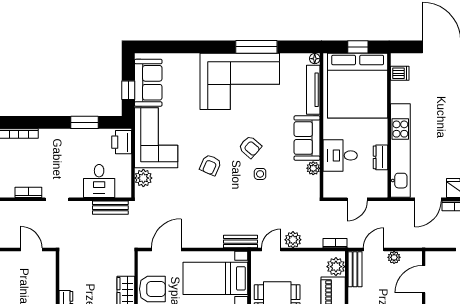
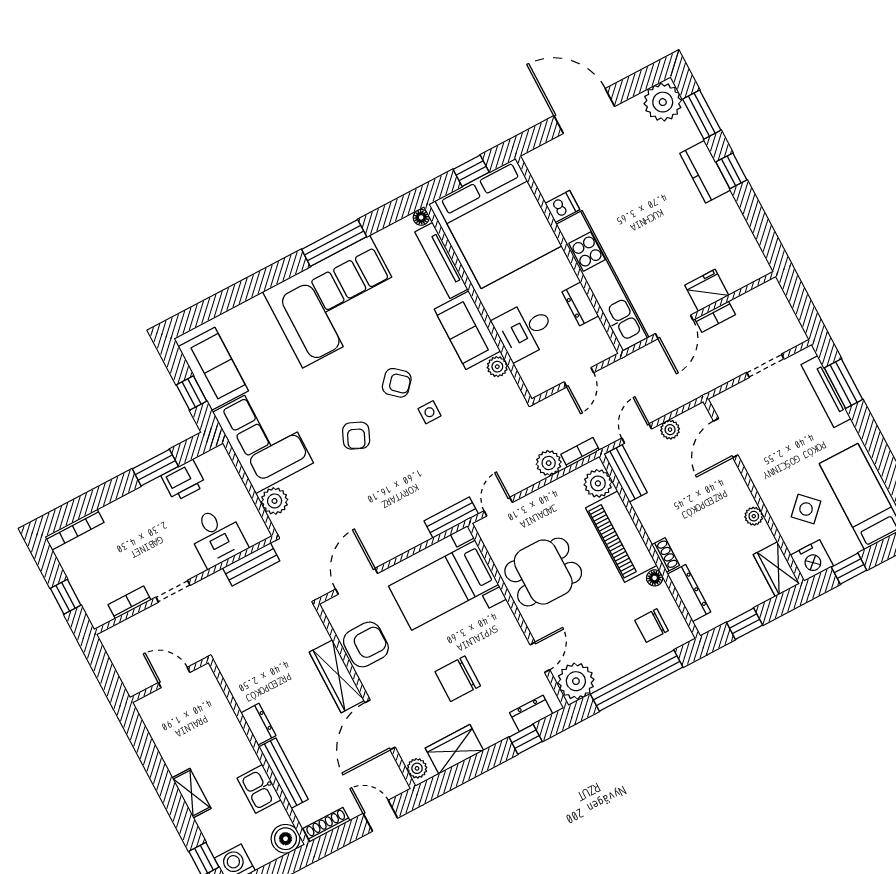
dishwasher: (400, 73) -> (562, 206), moved
printer: (122, 142) -> (184, 480), moved, turned -90
plant: (293, 240) -> (549, 463), moved

